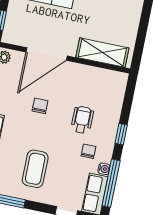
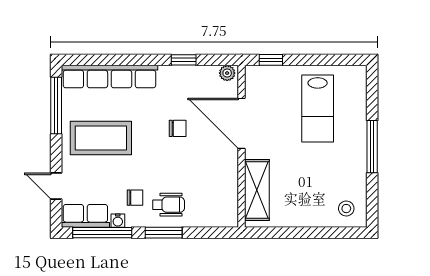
wheelchair: (82, 120) -> (168, 205), moved
window: (121, 134) -> (164, 233), width x1.50
coffee table: (35, 169) -> (101, 138), width x1.36, depth x1.32

